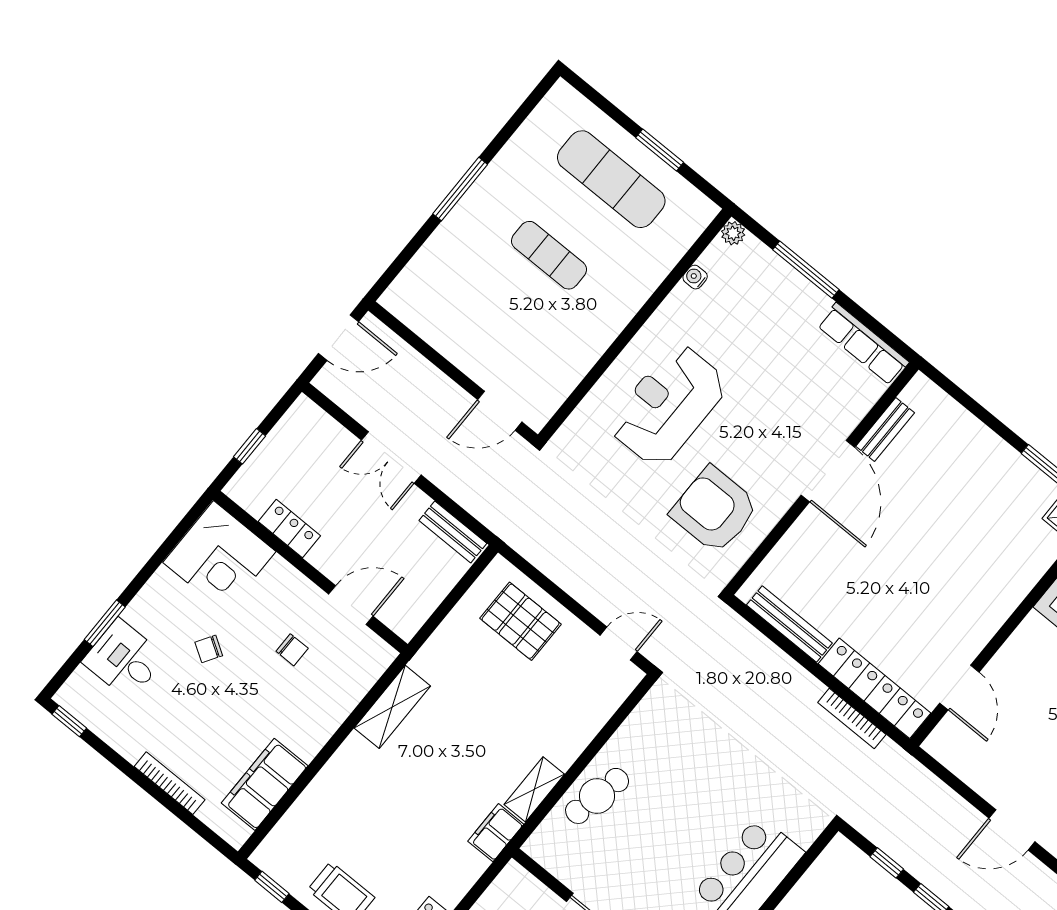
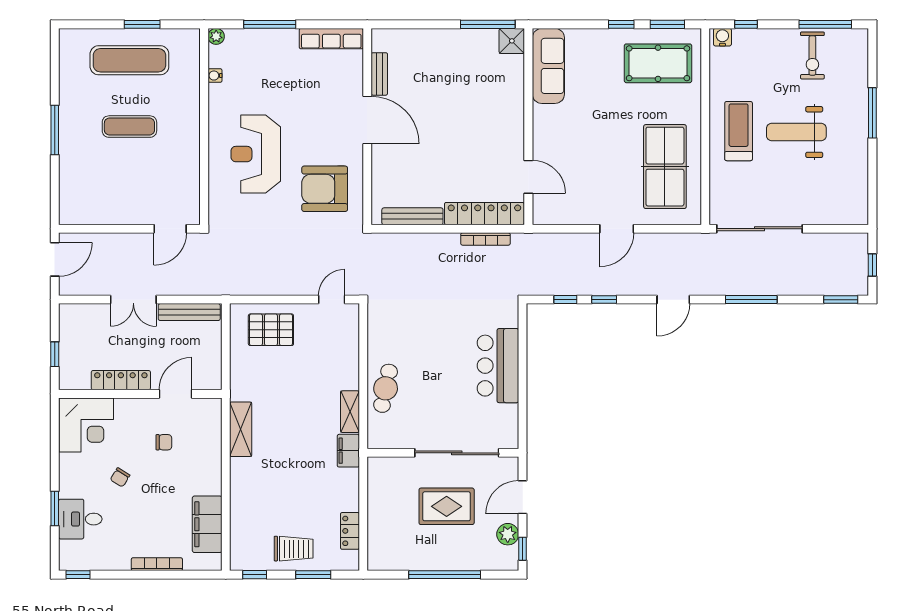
locker: (289, 529) -> (121, 380), width x1.53
bench: (453, 532) -> (189, 312), width x1.36

